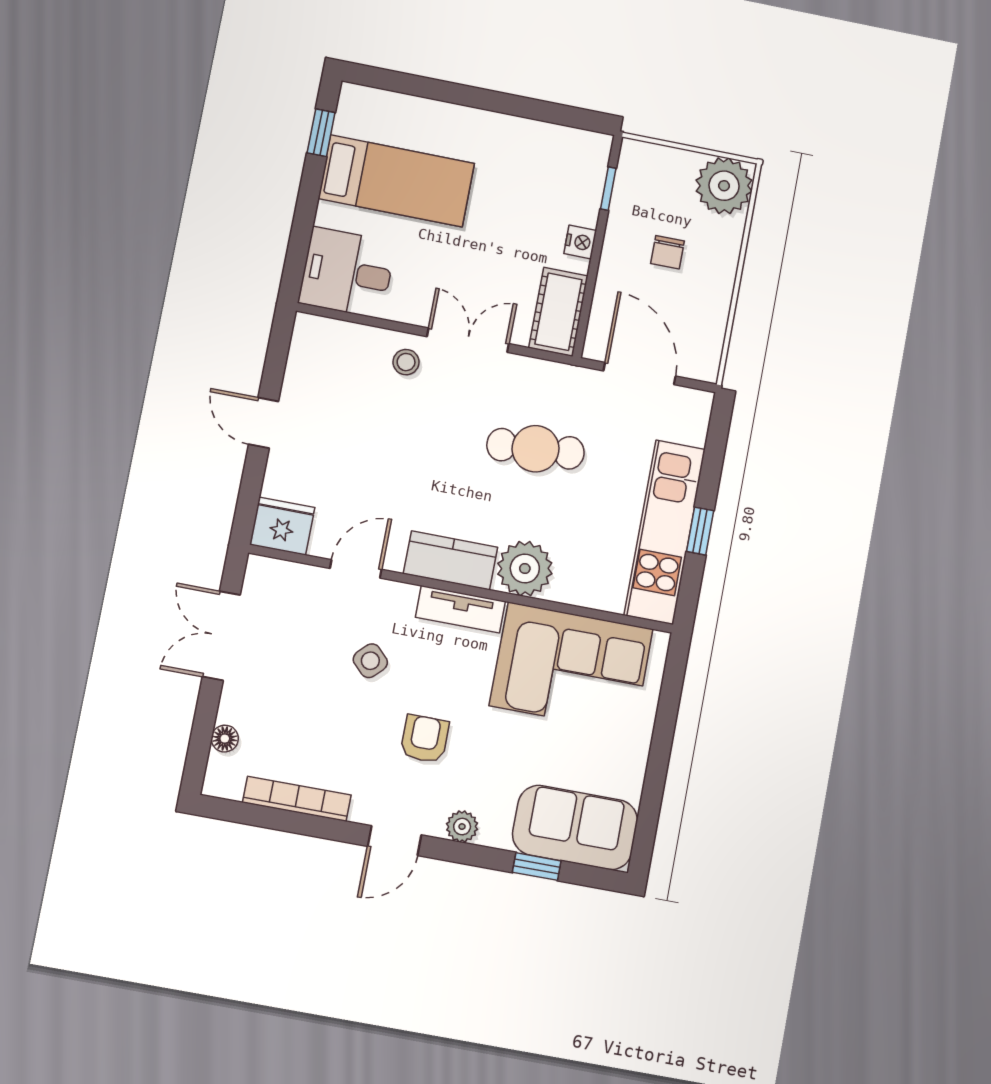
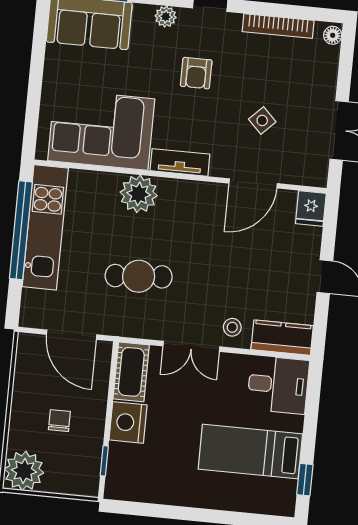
nightstand: (580, 242) -> (128, 422), width x1.89, depth x1.79
fridge: (282, 526) -> (311, 208), width x0.72
window: (700, 531) -> (21, 230), width x3.17
kitchen counter: (450, 560) -> (282, 338), moved, turned 180
door: (356, 569) -> (253, 183), width x1.38
side table: (370, 661) -> (262, 120), moved
floor lamp: (225, 739) -> (333, 35), moved

